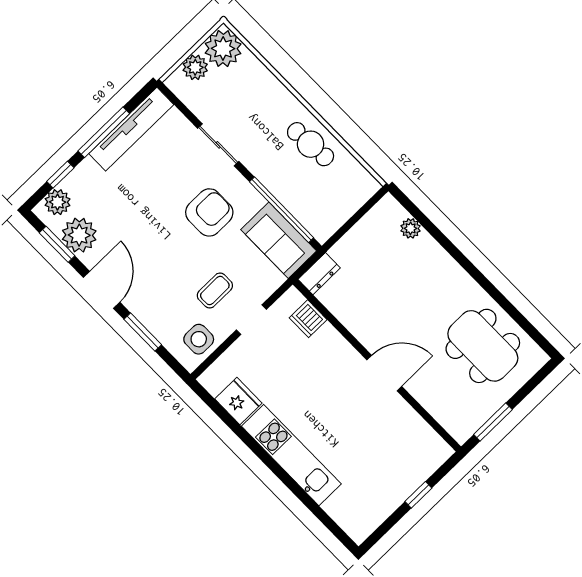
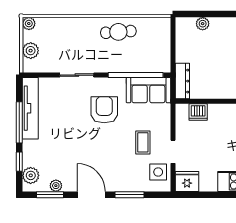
plant: (223, 48) -> (29, 24), width x0.53, depth x0.53
plant: (79, 235) -> (56, 186), width x0.53, depth x0.53
dresser: (319, 274) -> (182, 81), width x1.44
doorway: (251, 320) -> (173, 152), moved
fridge: (238, 401) -> (187, 182), moved

